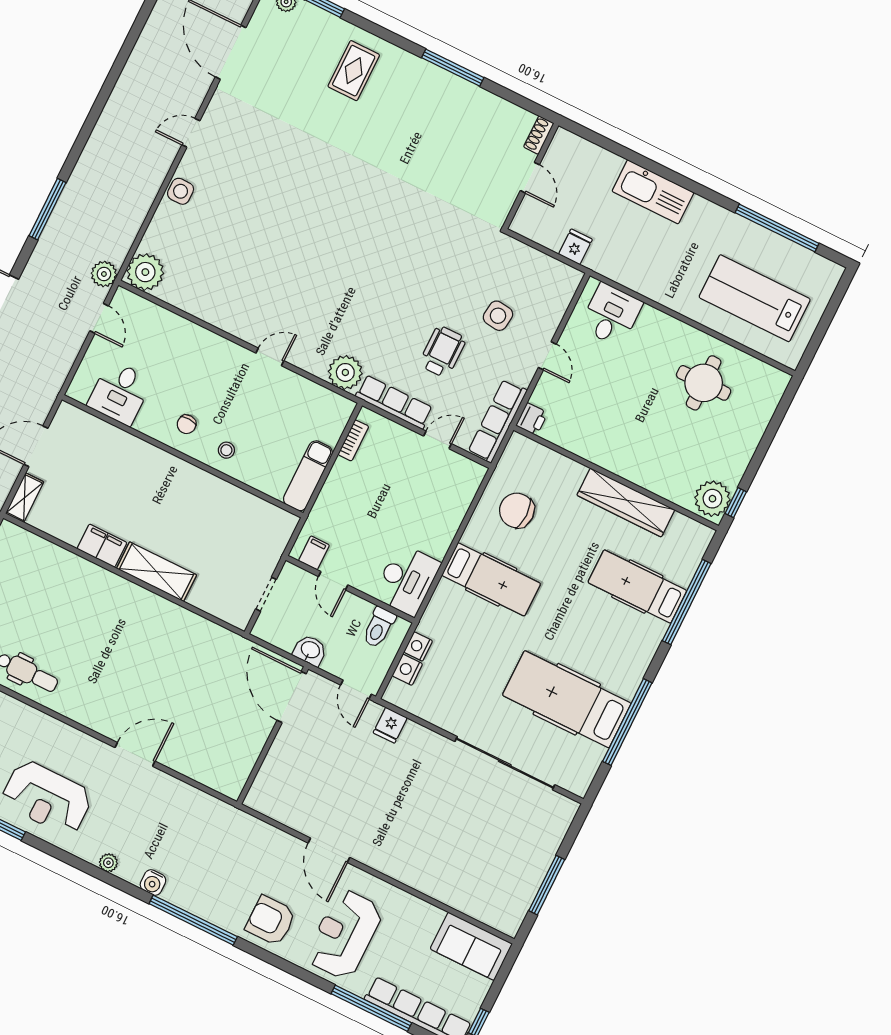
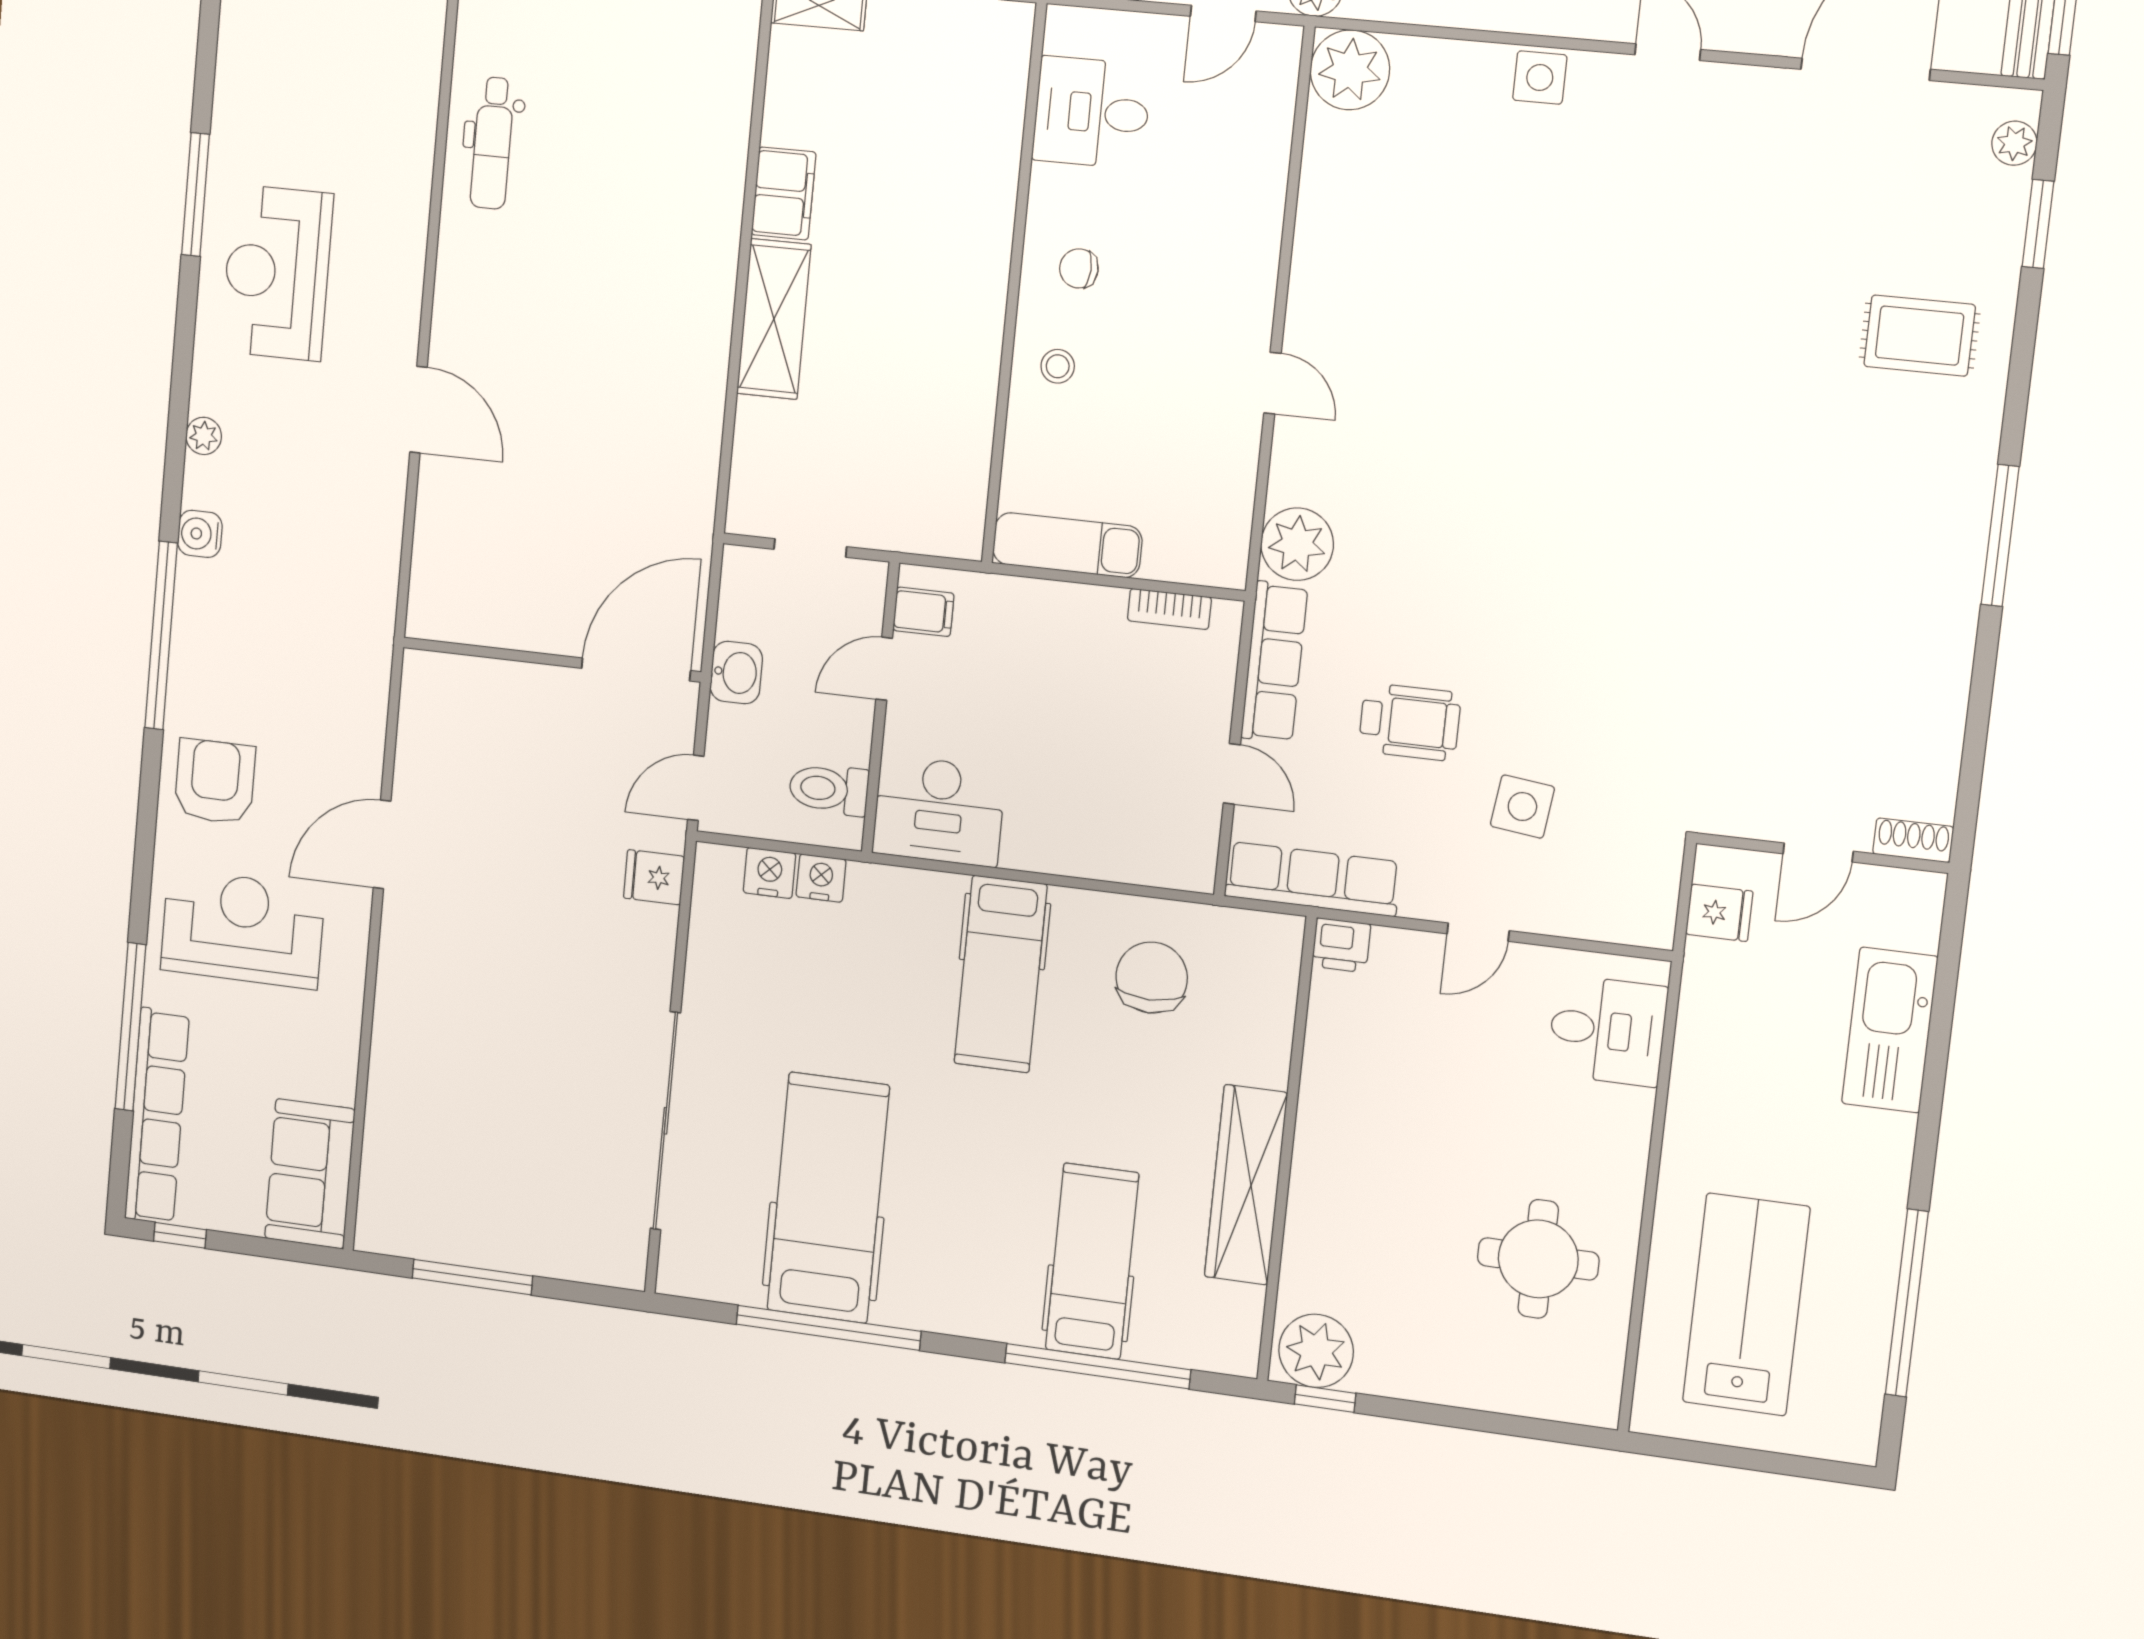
shoe rack: (539, 135) -> (1913, 840), moved
wall: (531, 176) -> (1822, 853), moved
door: (530, 178) -> (1818, 853), moved

